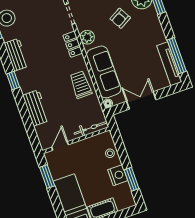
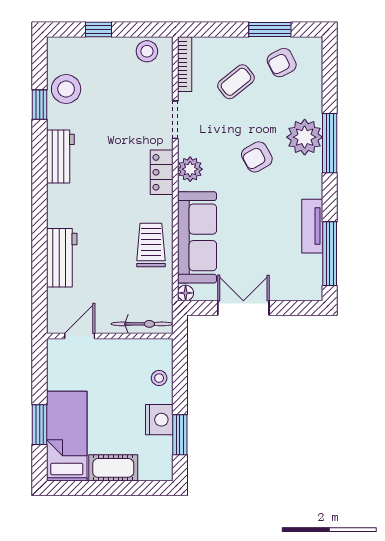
tv unit: (169, 64) -> (312, 226), moved, width x0.71
window: (13, 81) -> (40, 198), removed
window: (47, 177) -> (40, 425), moved

